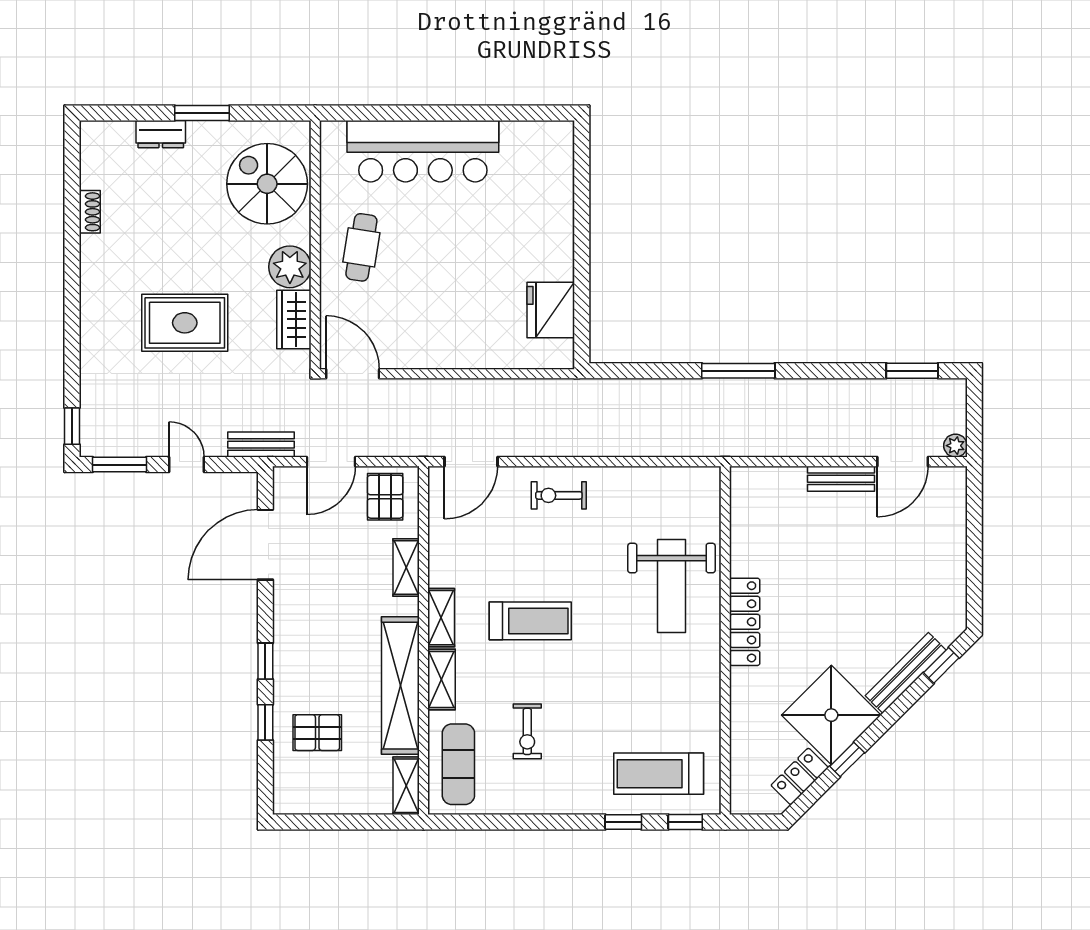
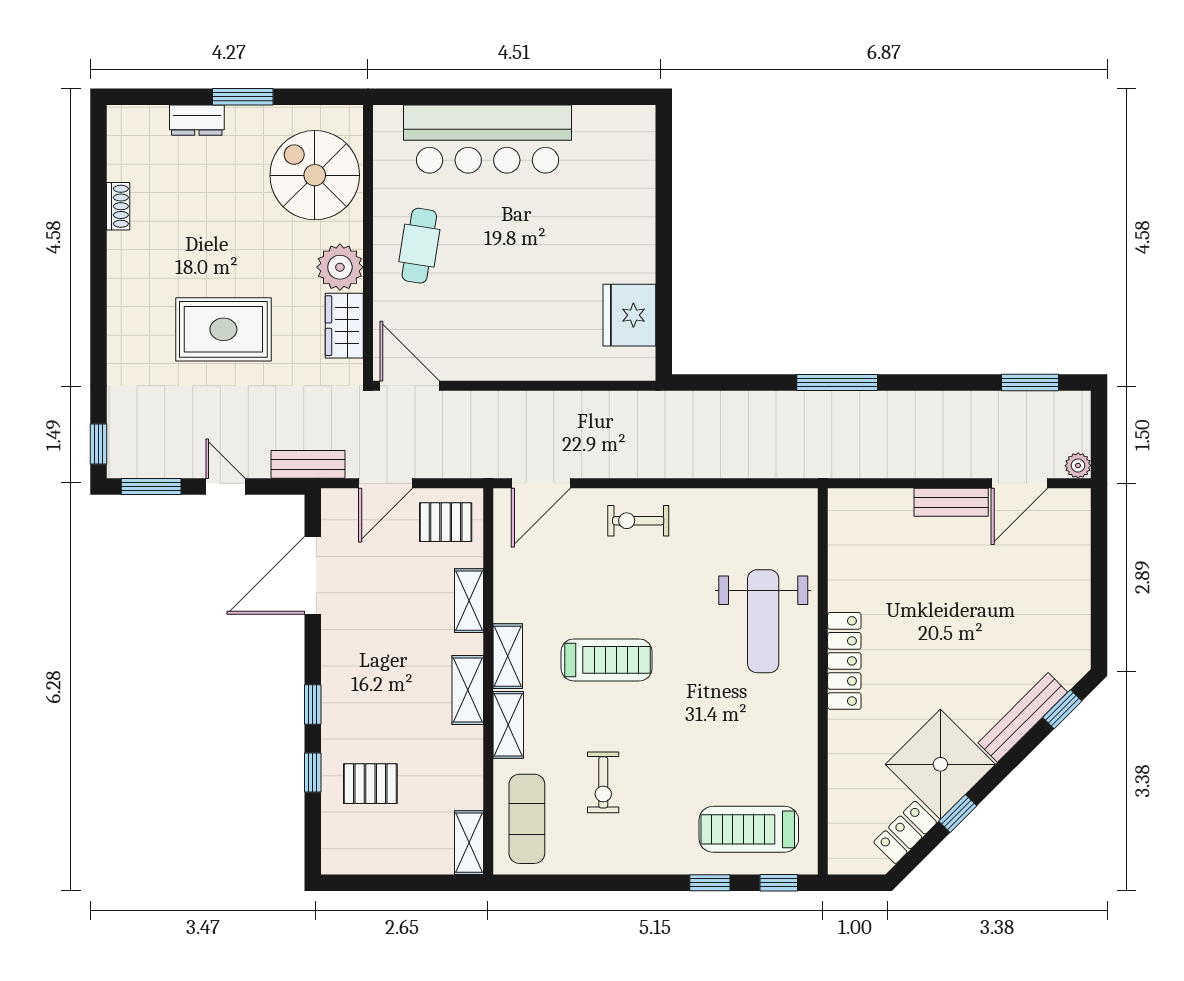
pallet: (385, 497) -> (446, 522), turned 90
shelving: (400, 686) -> (468, 690), width x0.45, depth x0.75

